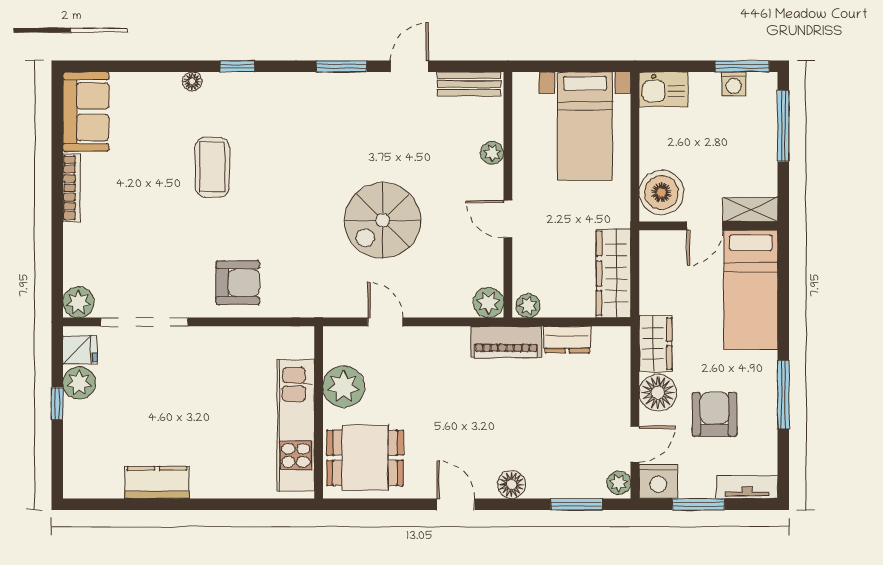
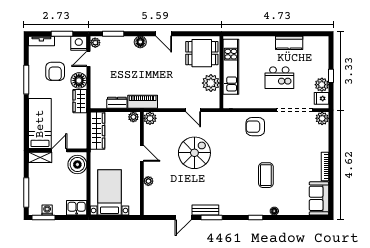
bench: (469, 84) -> (205, 210), moved
kitchen island: (180, 399) -> (279, 78), added

